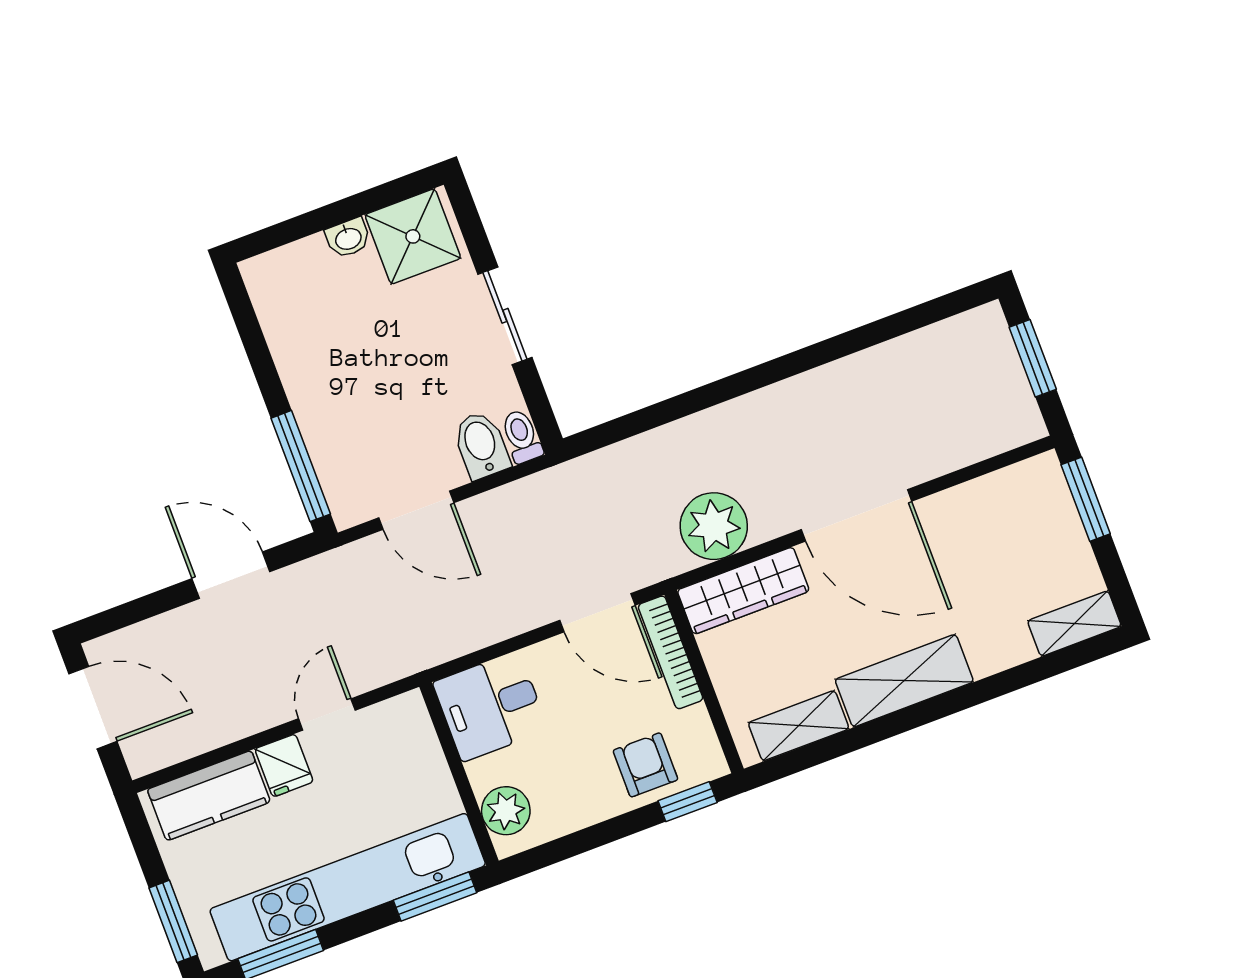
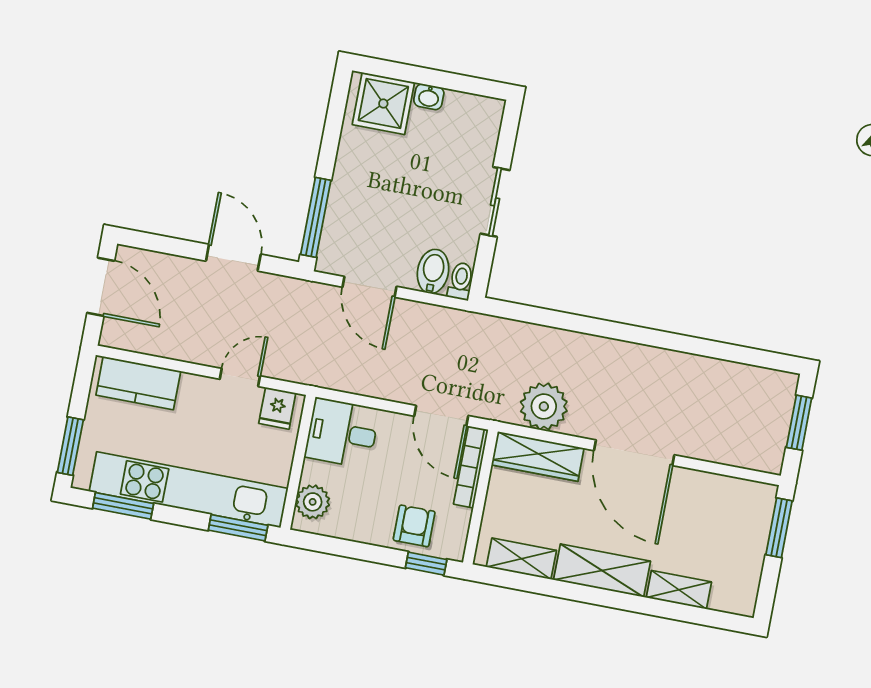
shower: (413, 236) -> (383, 104), moved
shelving: (1074, 624) -> (679, 590), moved
fridge: (284, 765) -> (277, 408), moved

